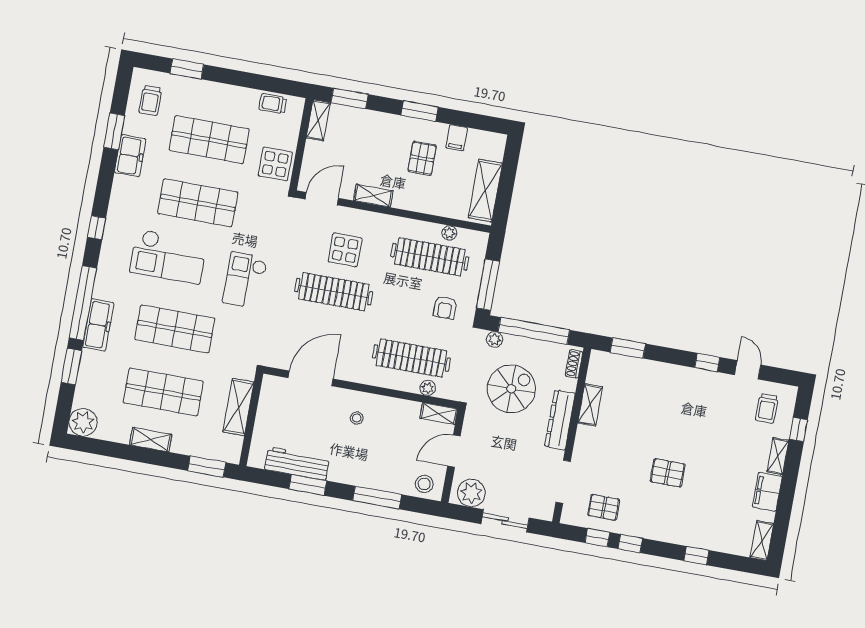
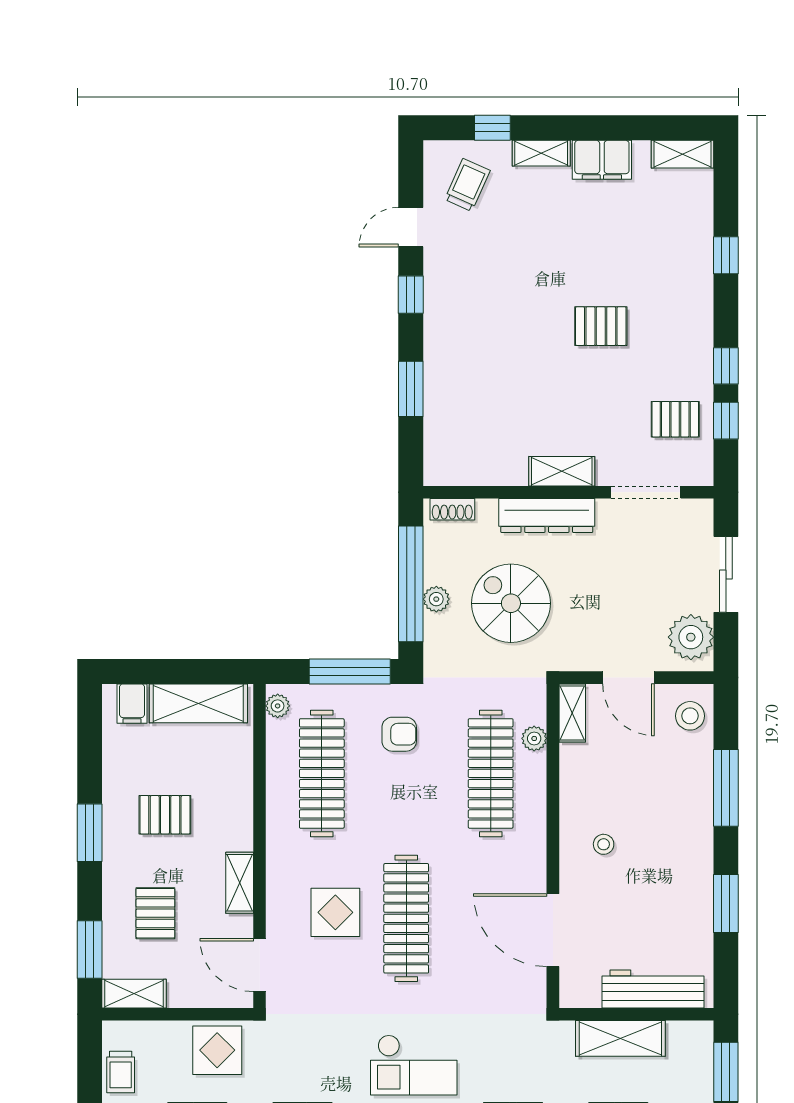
filing cabinet: (457, 138) -> (132, 704), moved, turned 90
pallet: (364, 142) -> (155, 913), added
plant: (449, 233) -> (278, 706), moved
plant: (495, 340) -> (436, 599), moved
window: (628, 348) -> (411, 389), moved
shelving: (590, 405) -> (562, 471), moved
trolley: (767, 408) -> (467, 185), turned -66
workbench: (297, 463) -> (653, 989), moved, turned 90
pallet: (668, 473) -> (601, 326), turned 90
pallet: (604, 507) -> (675, 419), turned 90

